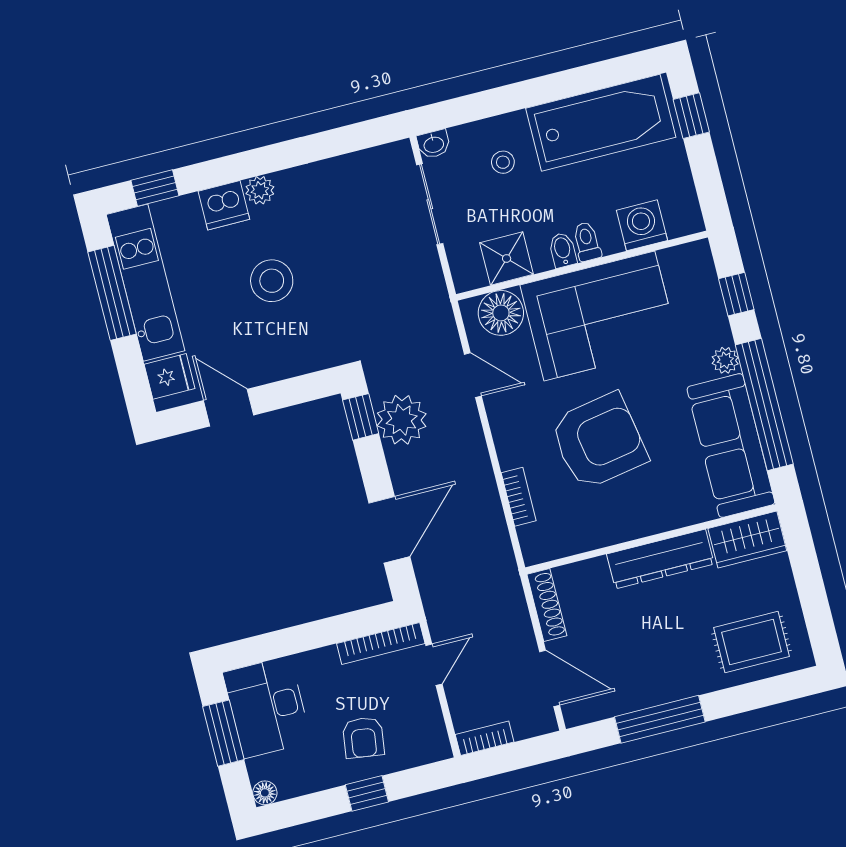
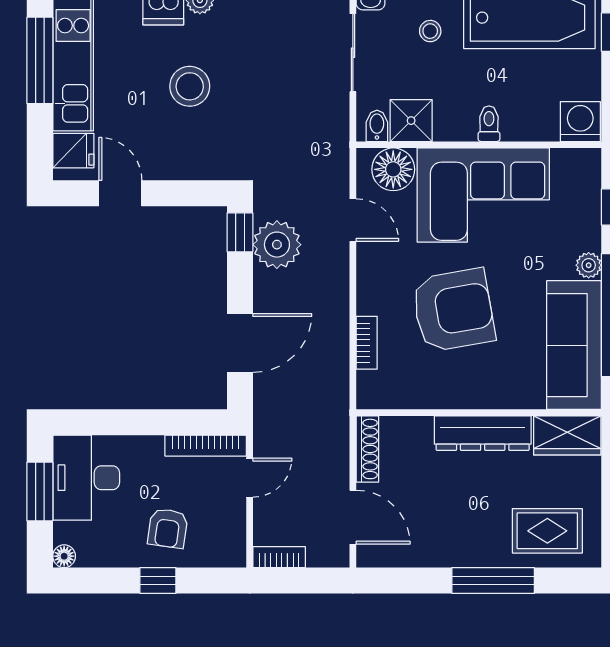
washing machine: (642, 225) -> (580, 122), moved
bidet: (563, 250) -> (377, 126), moved
window: (660, 719) -> (493, 580), moved

